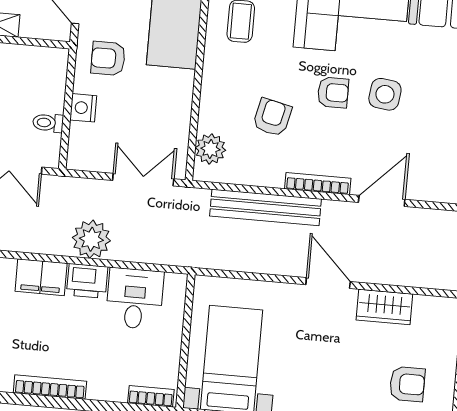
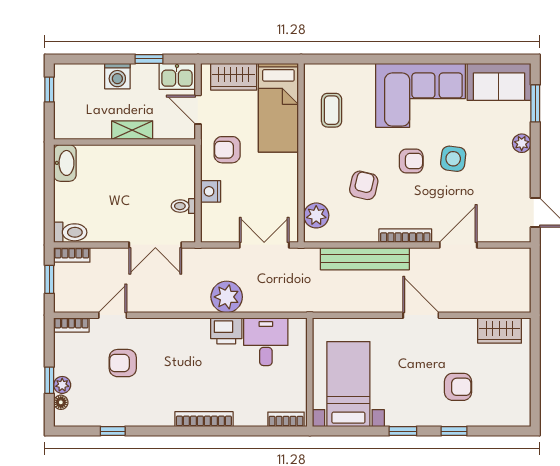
filing cabinet: (41, 277) -> (189, 331), removed
wardrobe: (384, 307) -> (500, 330), moved
armchair: (407, 384) -> (458, 387), moved

